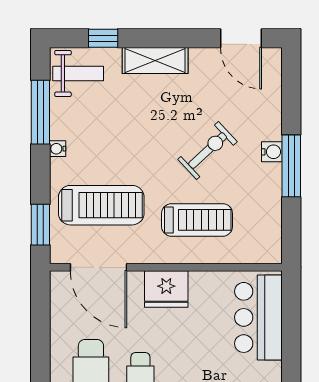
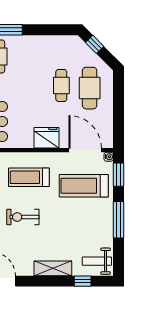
window: (40, 112) -> (119, 220), moved
water cooler: (58, 149) -> (109, 157), moved
exercise bike: (208, 150) -> (23, 217), turned 43

